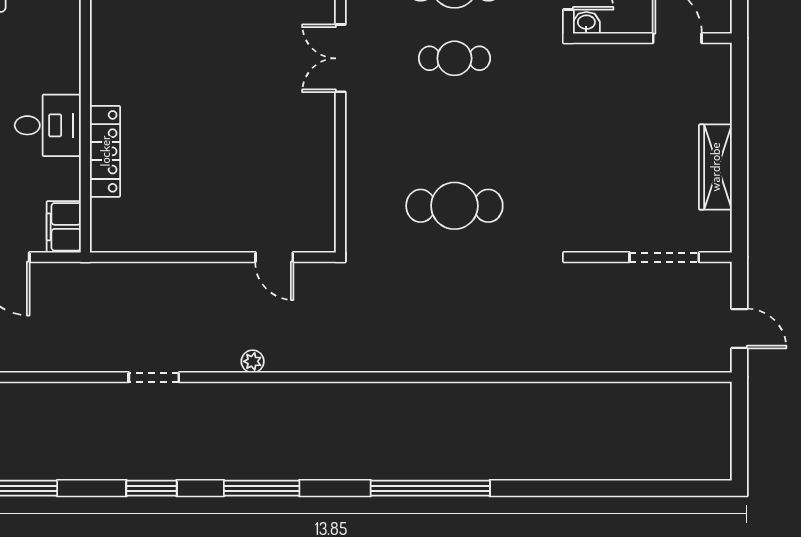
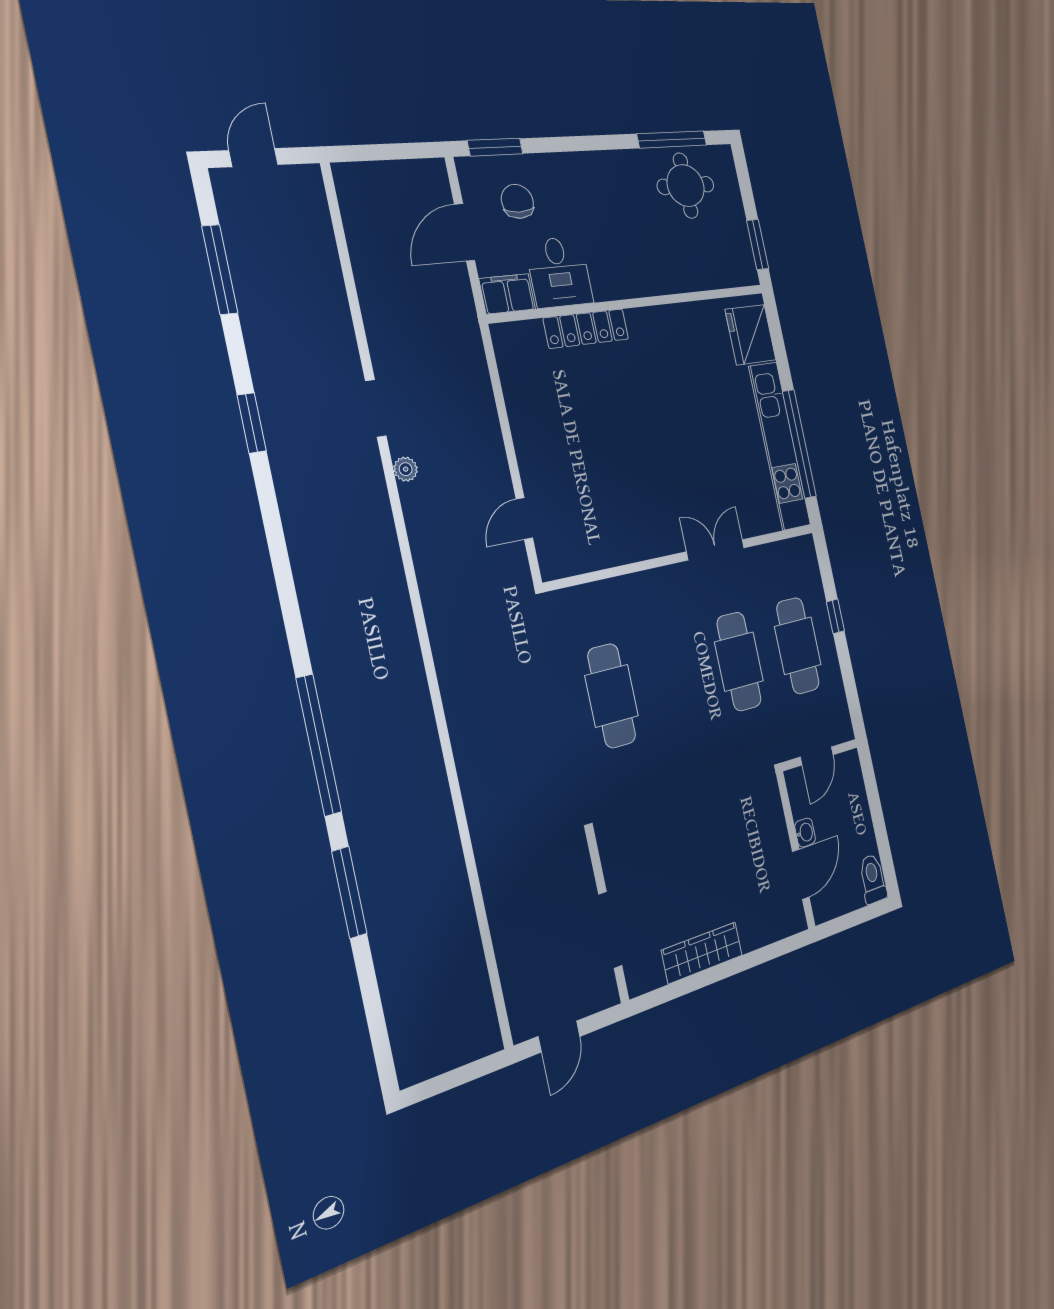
washbasin: (586, 23) -> (805, 833), moved
cafe table: (454, 58) -> (739, 661), width x1.37, depth x1.35
desk: (48, 125) -> (559, 272), moved
plant: (253, 361) -> (406, 469), moved
window: (262, 488) -> (349, 892), moved

